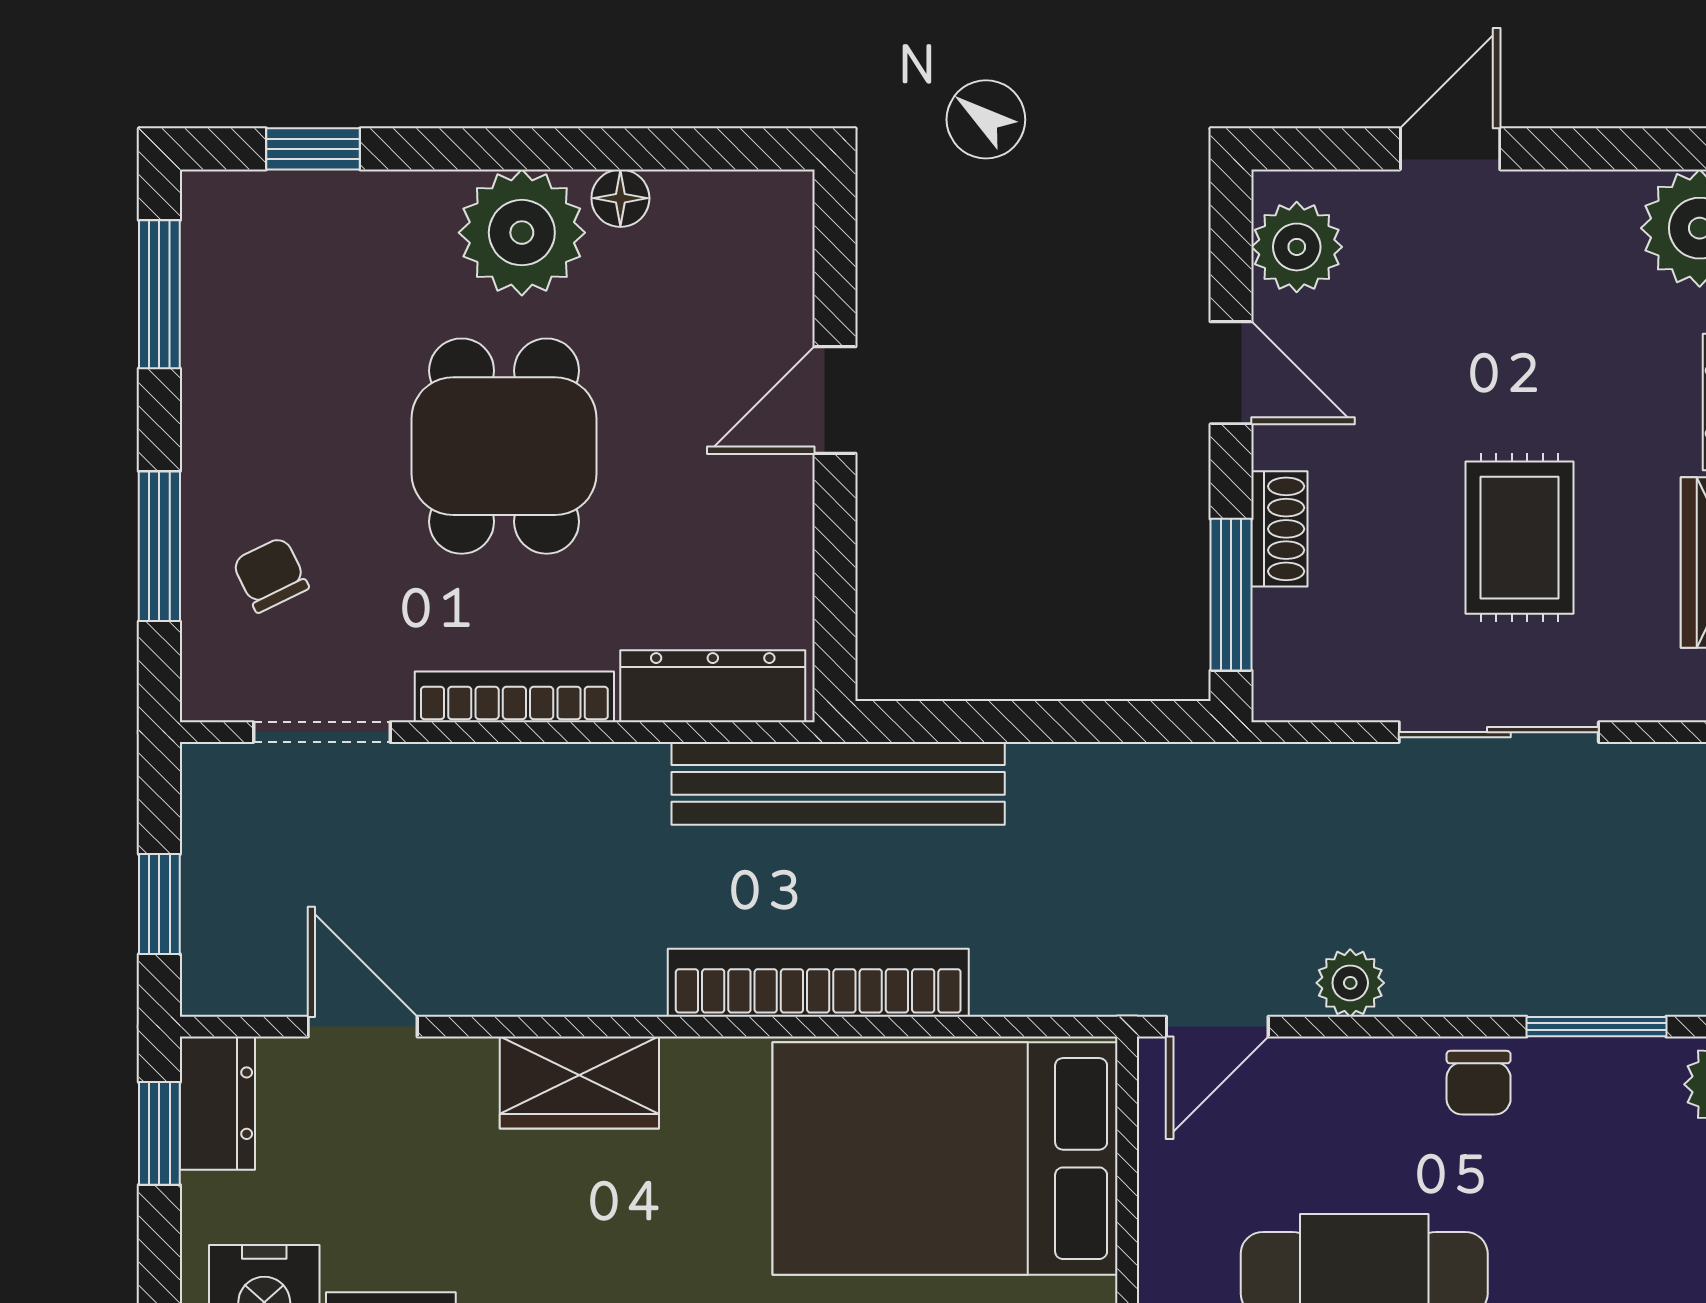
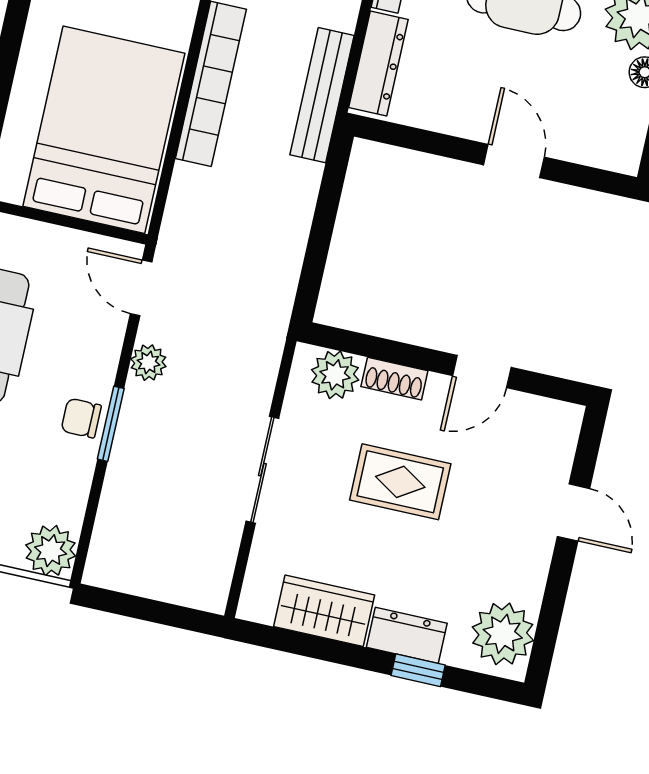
plant: (1297, 247) -> (335, 375), moved
rug: (1519, 538) -> (400, 482), moved
window: (1231, 595) -> (366, 346), removed
bench: (838, 783) -> (322, 95), width x0.73, depth x0.82
window: (1596, 1027) -> (111, 424), moved

